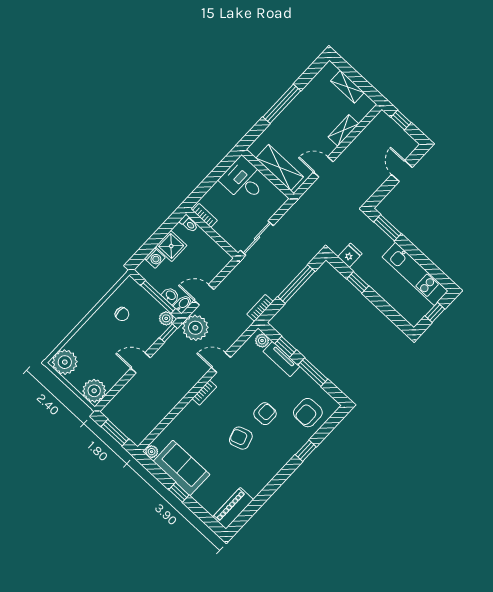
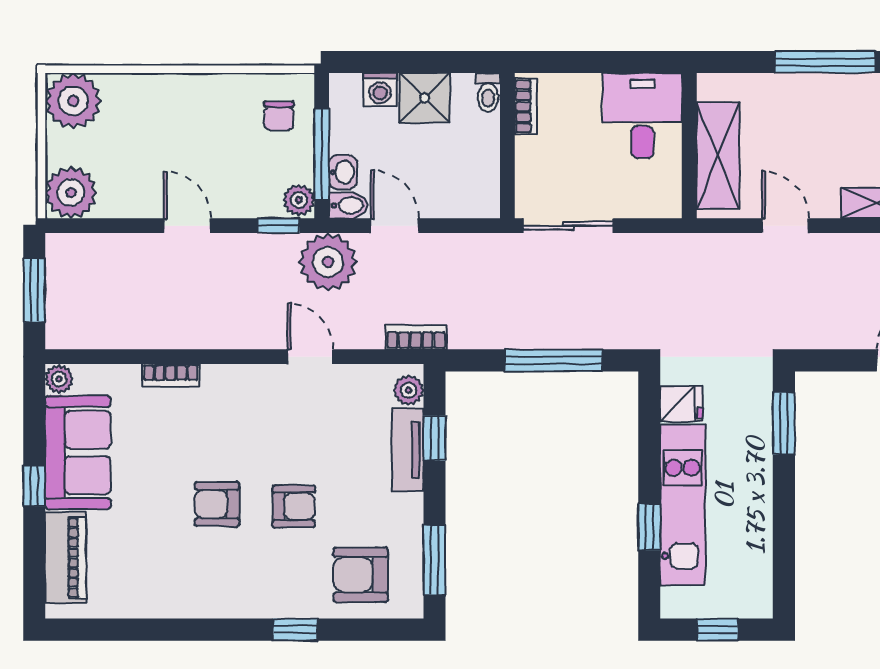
kitchen unit: (415, 274) -> (683, 505), moved, turned 180
window: (358, 282) -> (649, 527), moved
bookcase: (260, 308) -> (416, 337), moved
chair: (122, 314) -> (279, 116), moved
window: (313, 372) -> (435, 560), moved
bookcase: (204, 393) -> (171, 375), moved
armchair: (241, 438) -> (217, 504), turned -72
piano: (233, 508) -> (65, 558), moved, turned 90

